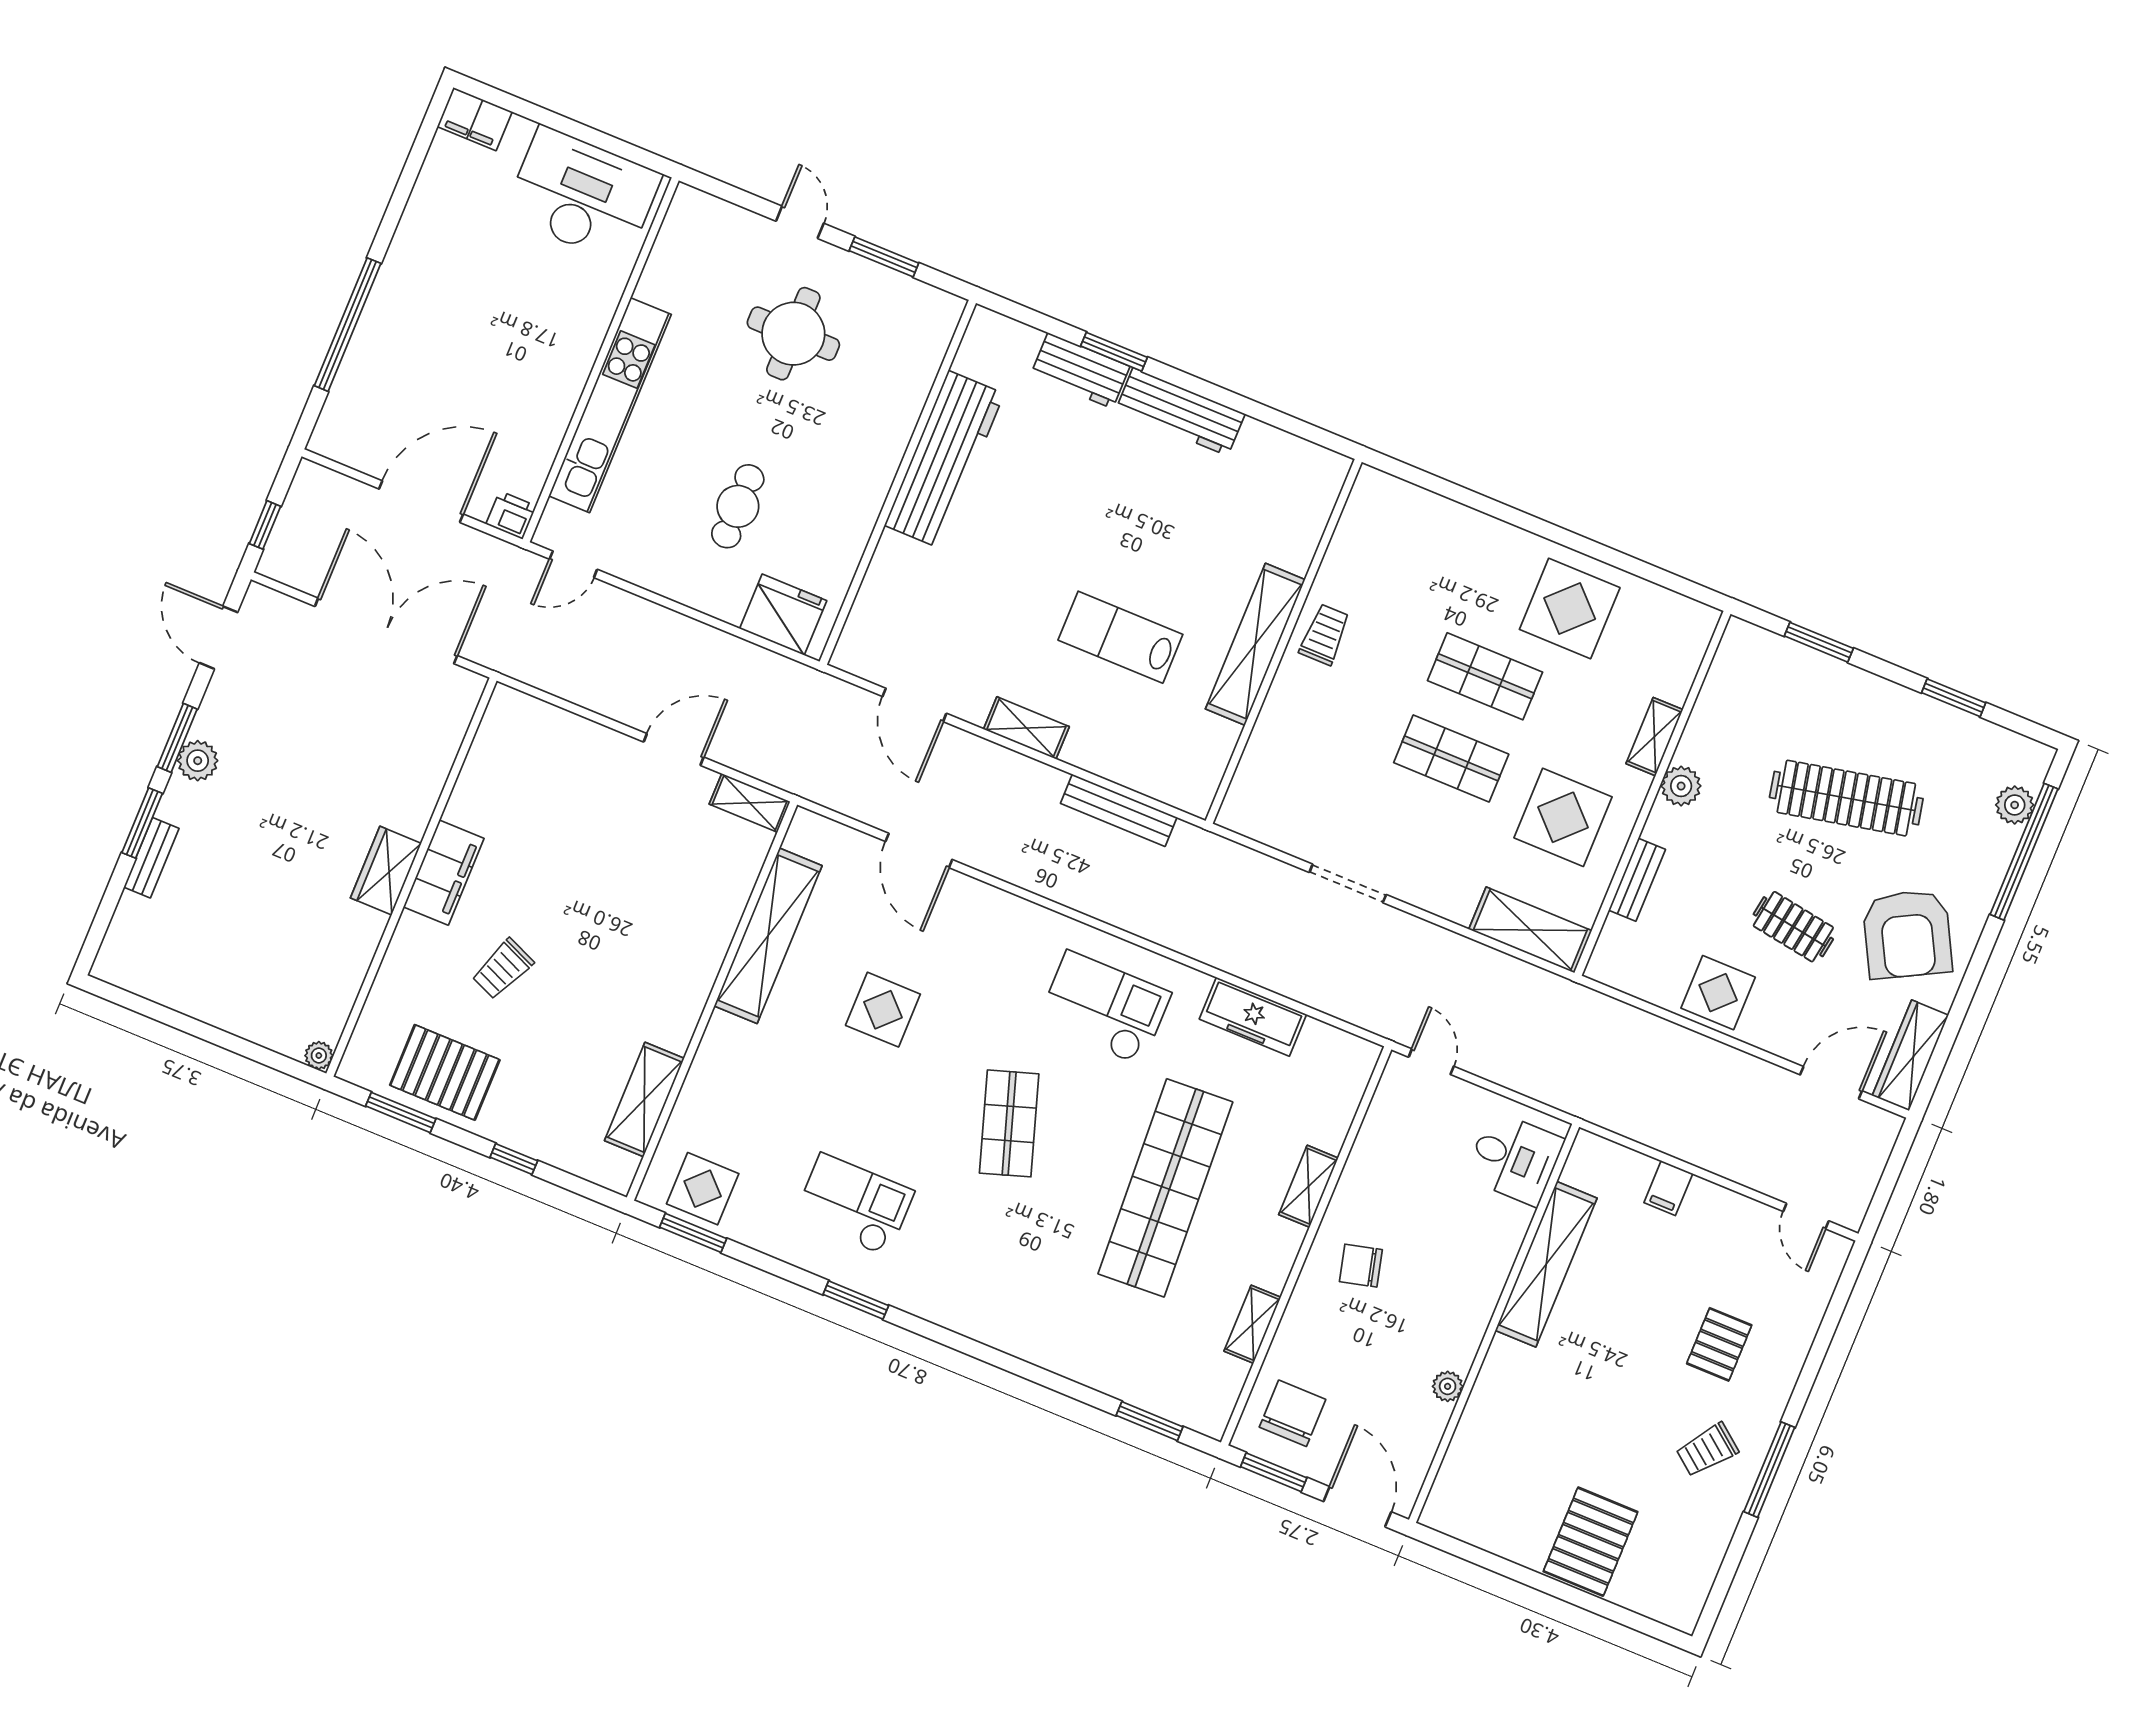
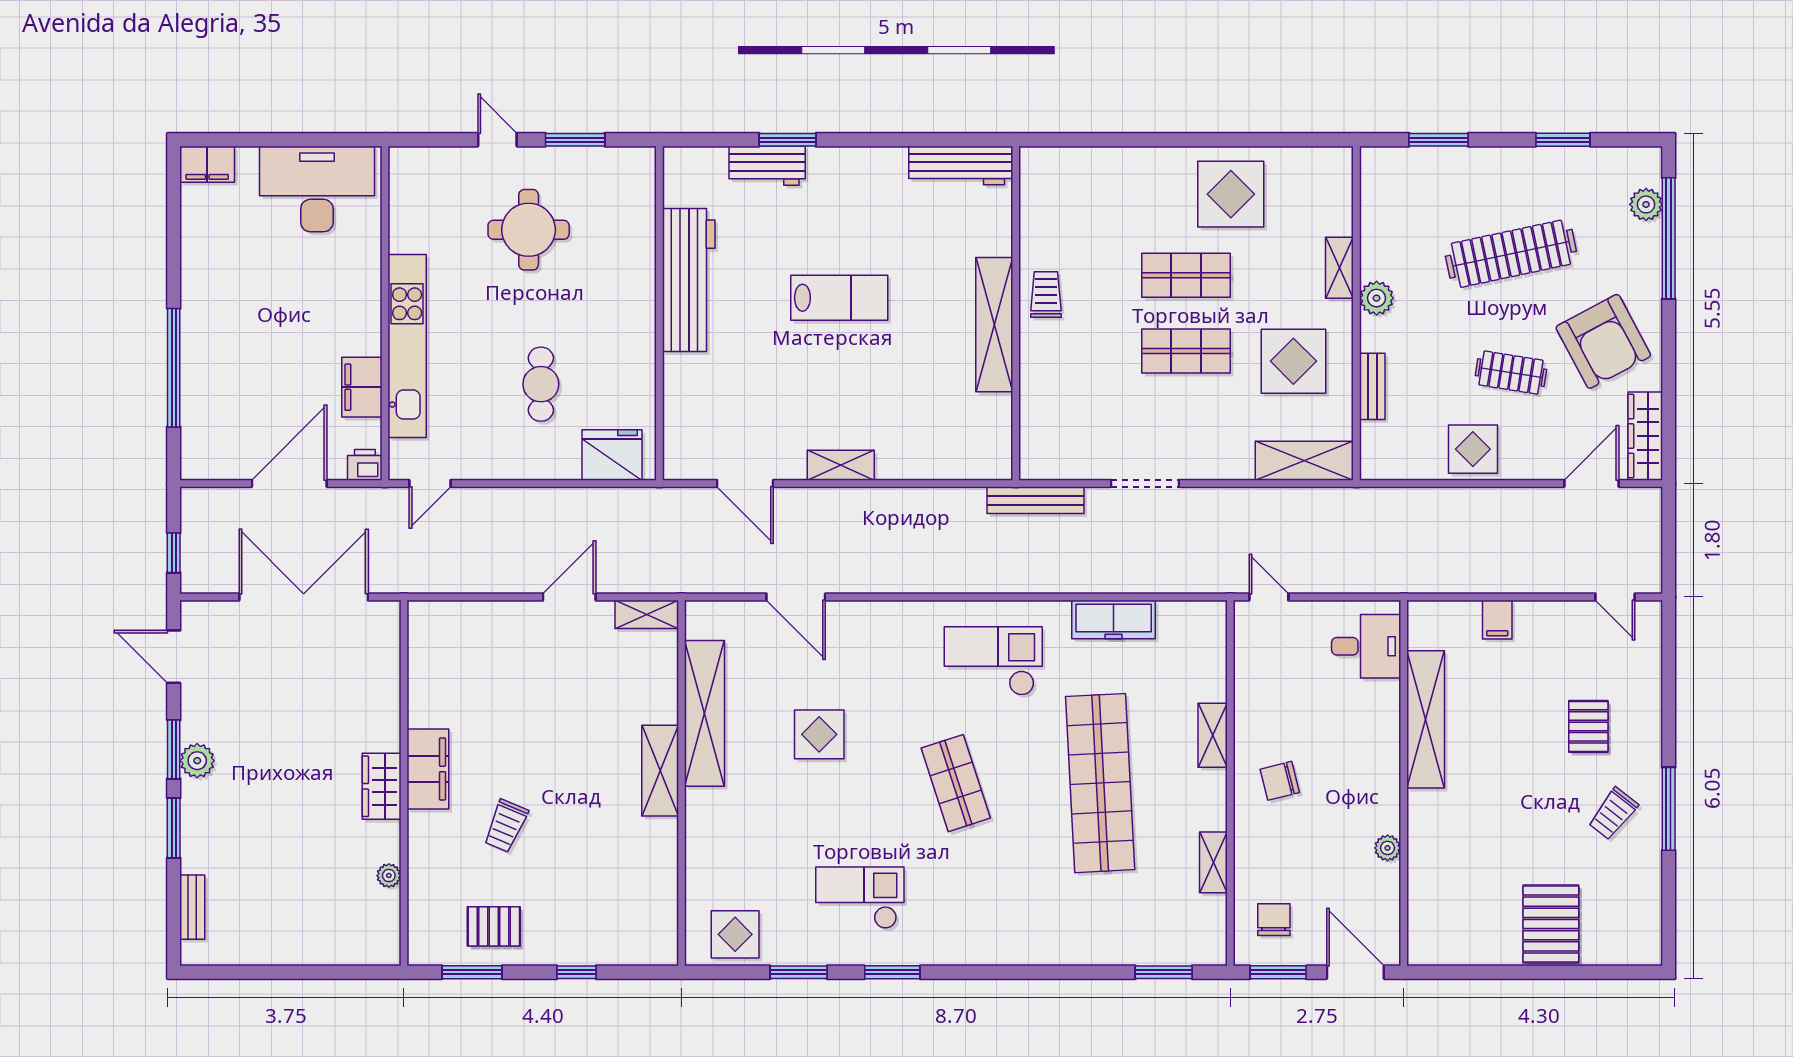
workbench: (1180, 412) -> (961, 165), moved
filing cabinet: (543, 430) -> (362, 387), added
lab bench: (1120, 637) -> (839, 298), moved, turned 180
bench: (1119, 810) -> (1035, 500), moved
bench: (151, 858) -> (192, 907), moved
plant: (319, 1056) -> (389, 876), moved
pallet: (445, 1072) -> (494, 926), width x0.67, depth x0.71
shelving: (644, 1100) -> (660, 771), moved
window: (693, 1233) -> (799, 972), moved
chair: (1293, 1413) -> (1274, 920), width x0.73, depth x0.73

